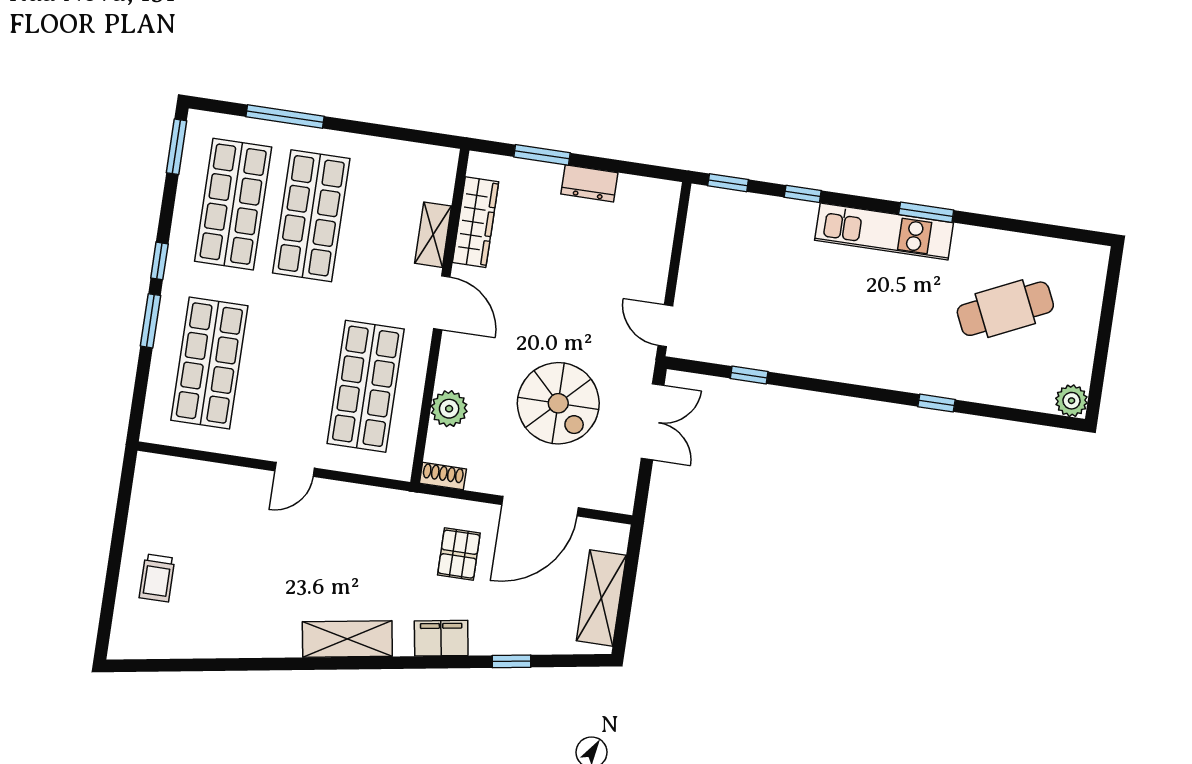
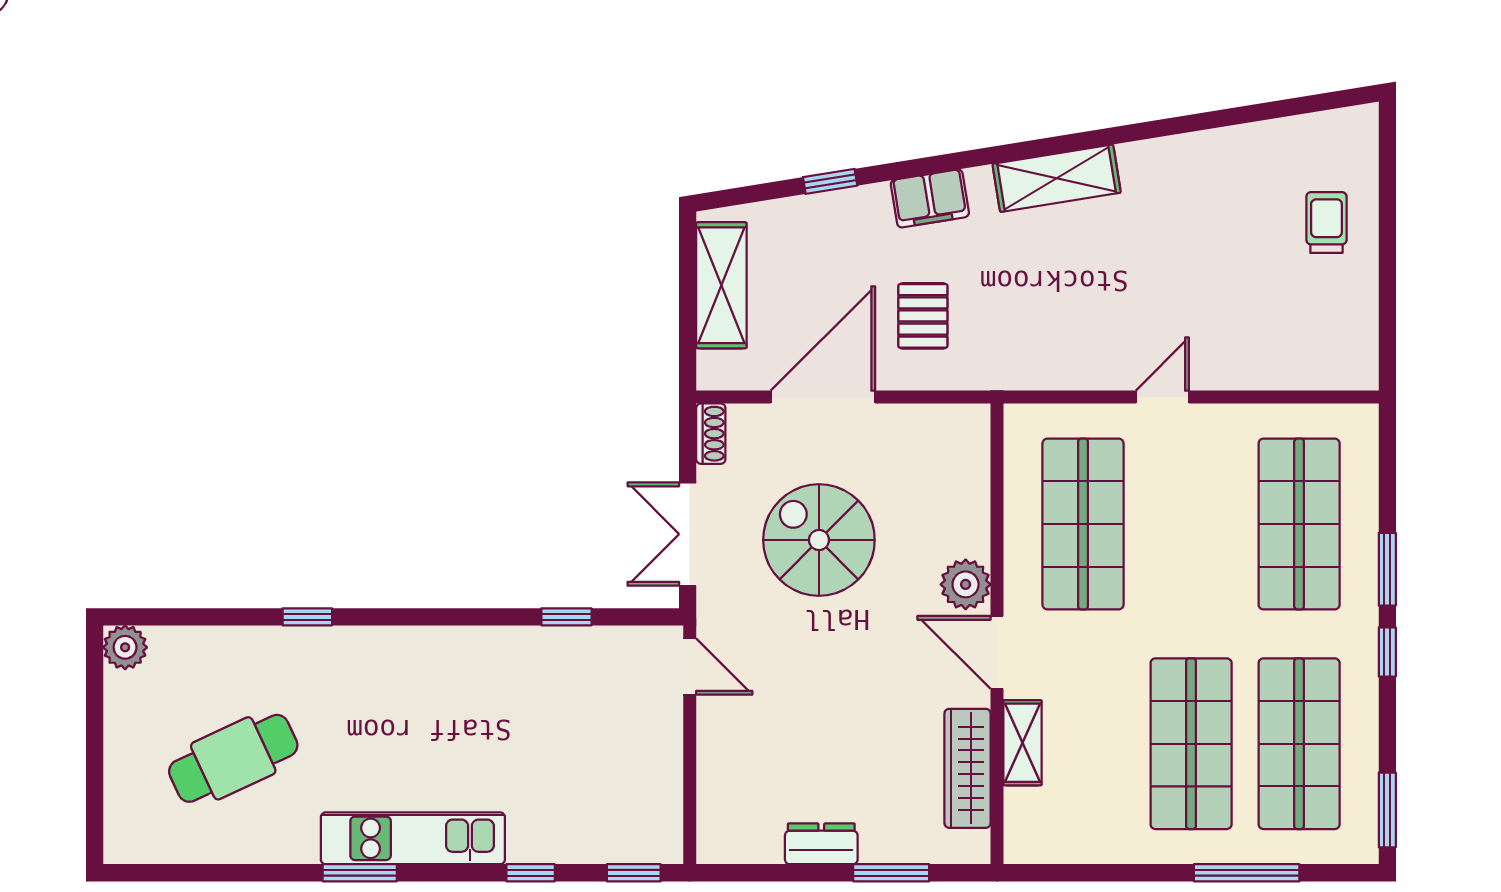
plant: (449, 409) -> (966, 584), moved
shoe rack: (443, 476) -> (711, 434), moved, turned -90

